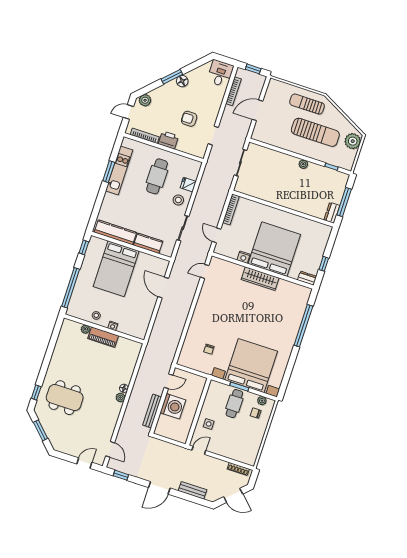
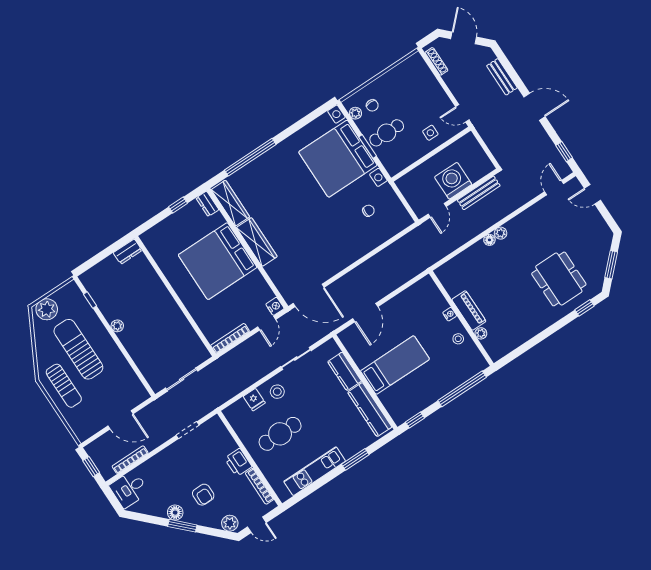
armchair: (189, 119) -> (203, 495), moved
window: (109, 172) -> (355, 459), moved
window: (344, 202) -> (106, 253), removed
nightstand: (244, 257) -> (275, 306), moved
bed: (116, 269) -> (395, 365), width x0.67
door: (205, 271) -> (309, 295), width x1.87
wardrobe: (294, 289) -> (230, 203), added
door: (169, 381) -> (437, 210), swing flipped

